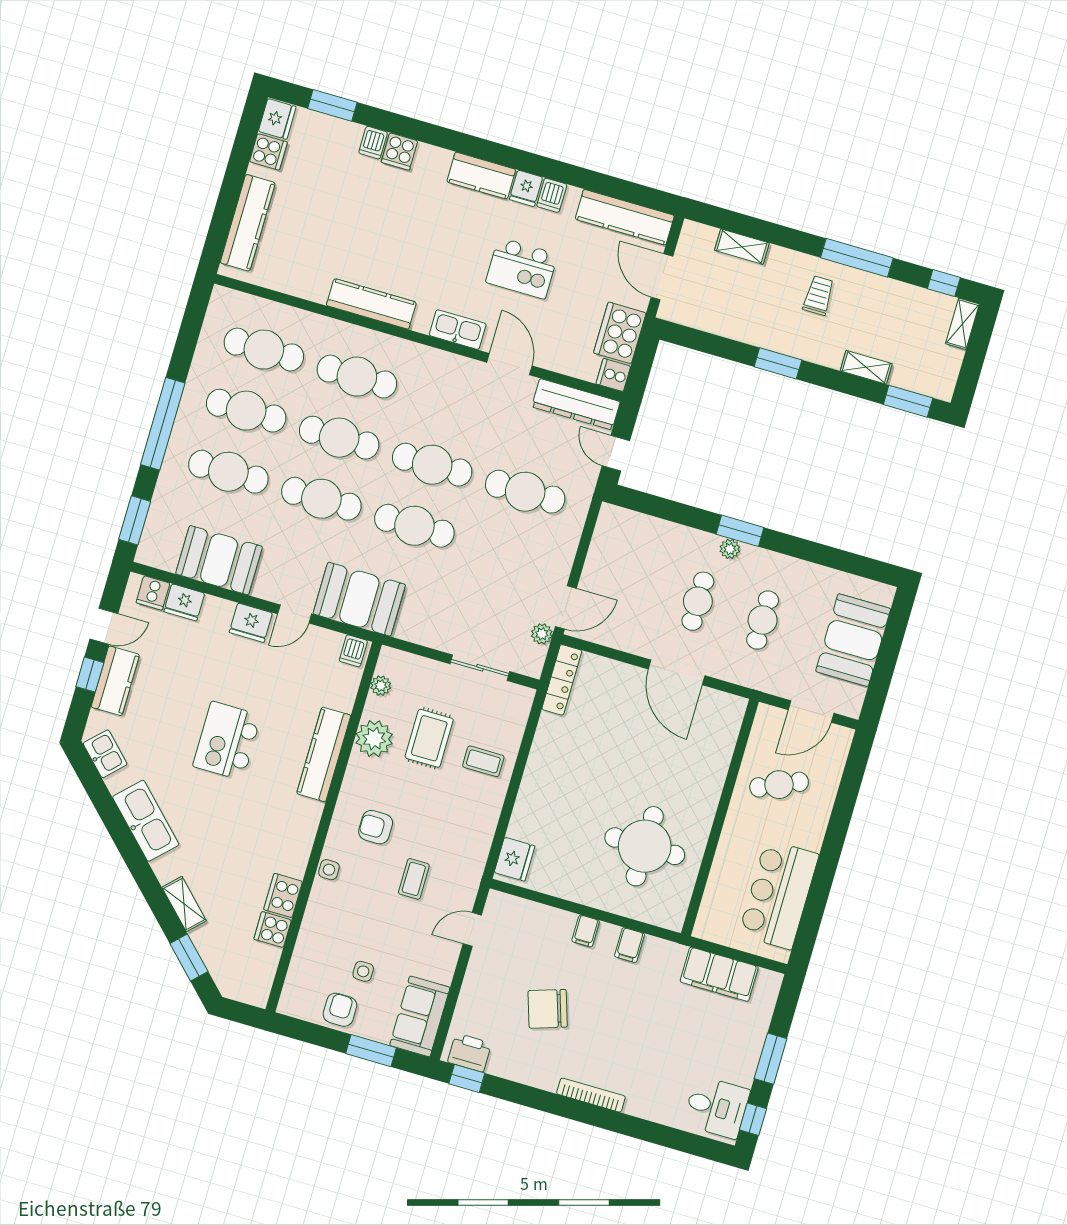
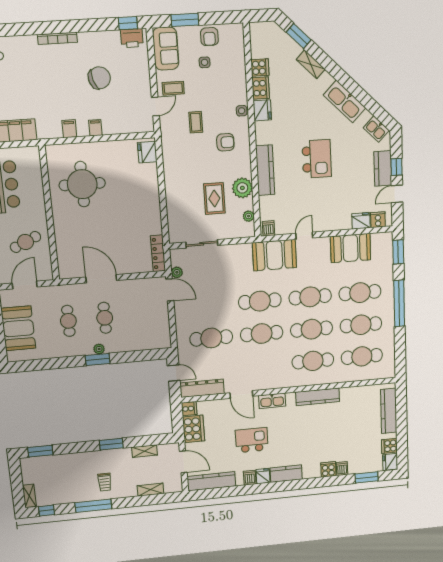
shelving: (866, 367) -> (145, 451), moved
door: (566, 607) -> (170, 290), swing flipped
fridge: (251, 623) -> (262, 110), moved, turned 90
coffee table: (483, 761) -> (173, 88), moved

